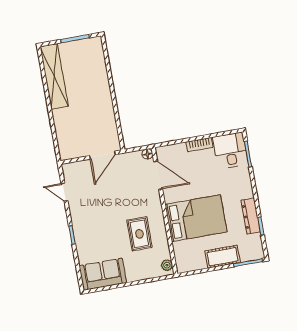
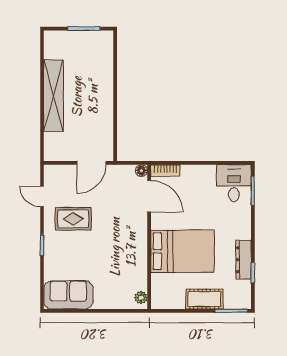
shelving: (54, 76) -> (53, 96), moved
bookcase: (199, 145) -> (165, 170), moved
rug: (139, 234) -> (73, 219), moved, turned 90

